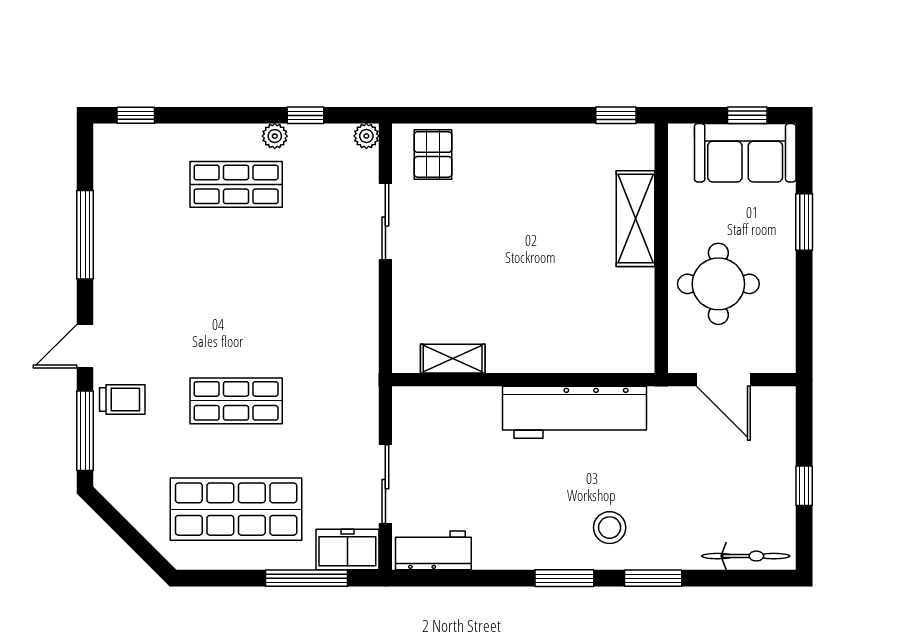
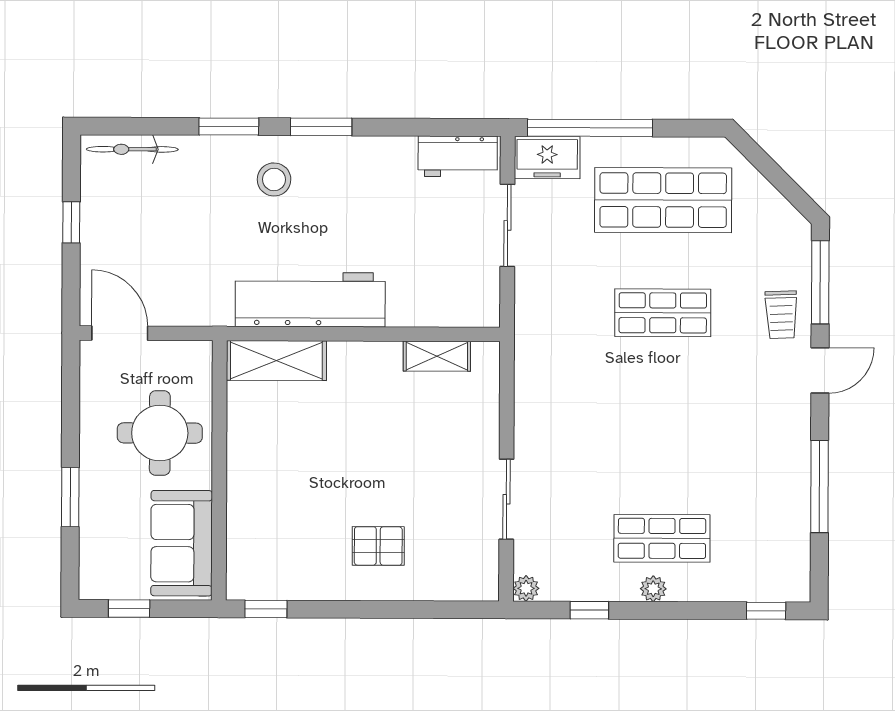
plant: (275, 136) -> (653, 589), moved
sofa: (745, 153) -> (182, 543), moved, turned -90
pallet: (433, 154) -> (378, 546), moved, turned 90
shelving: (635, 219) -> (276, 360), moved, turned 90
door: (723, 380) -> (120, 333), moved
trolley: (122, 400) -> (781, 315), turned -92
window: (306, 578) -> (590, 128), width x1.46

